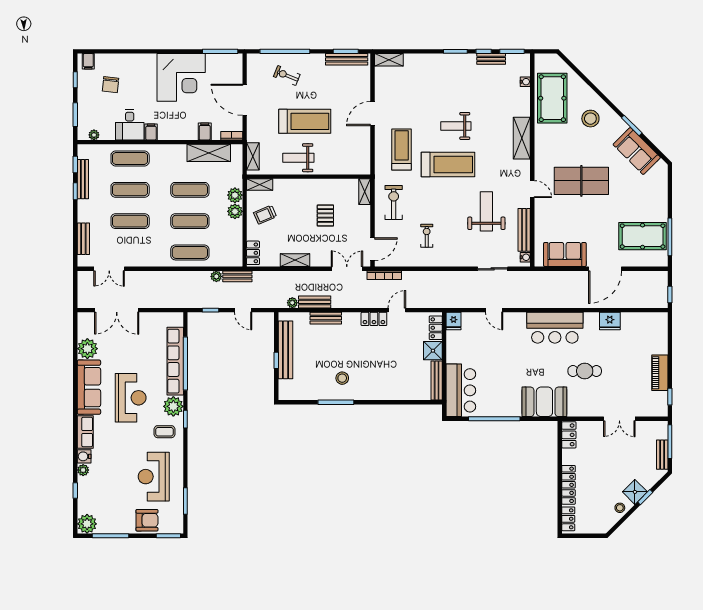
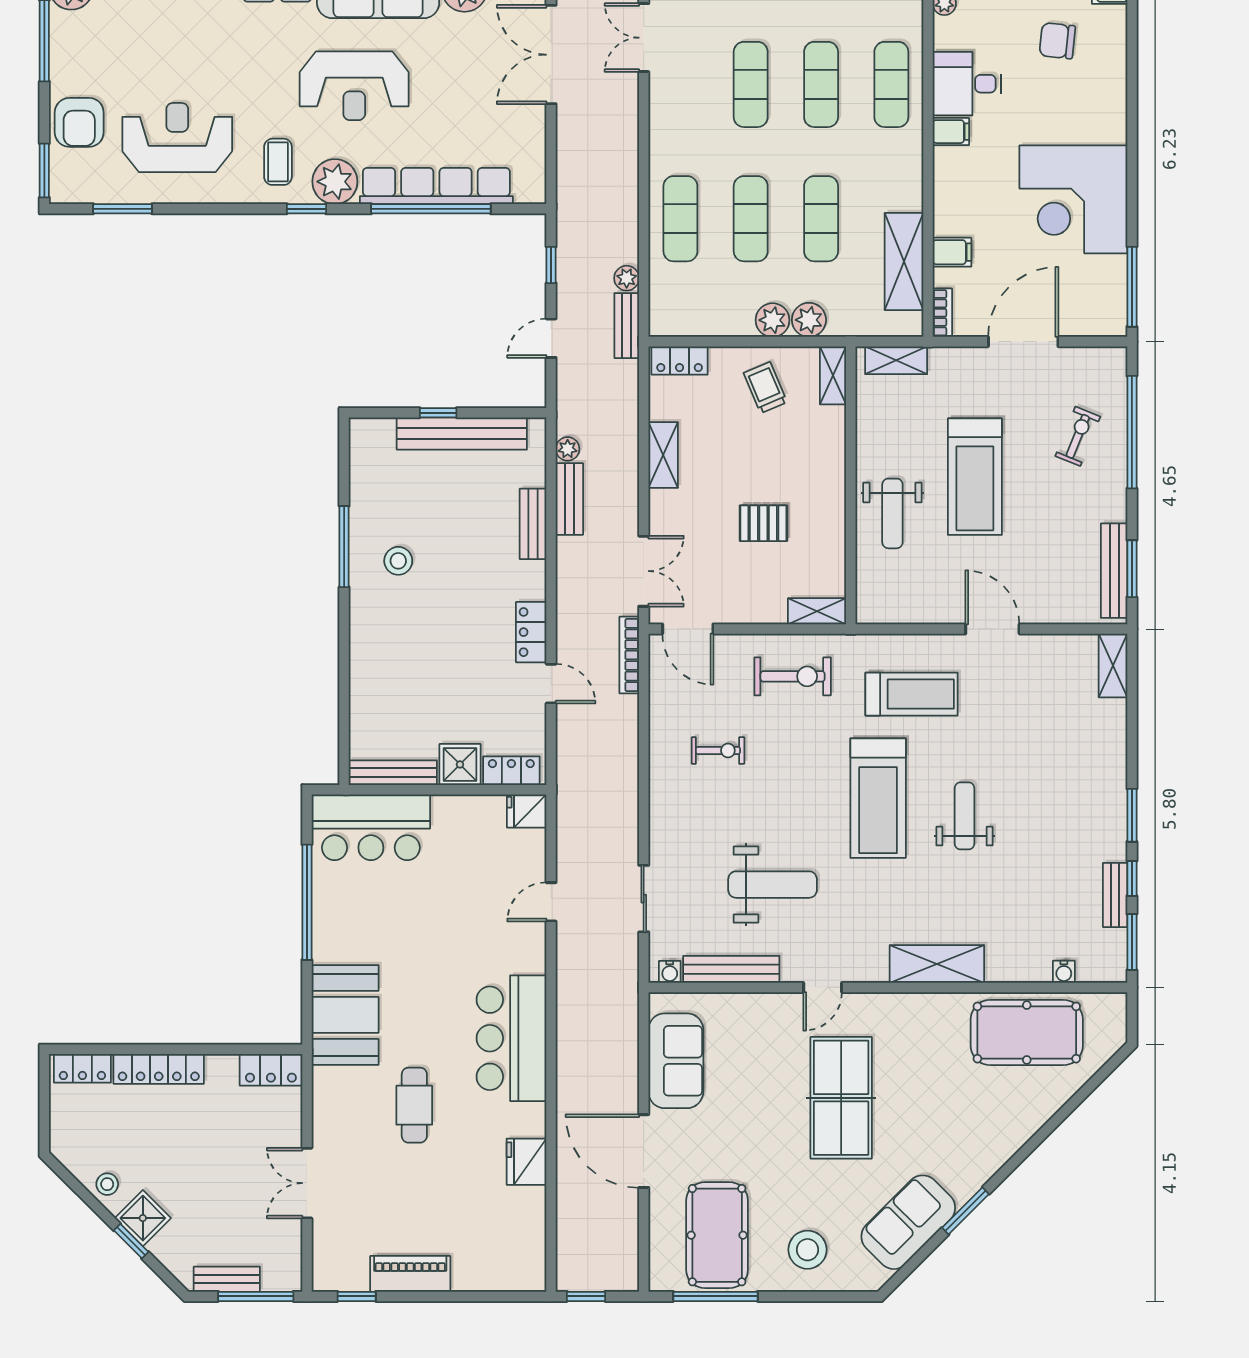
stool: (590, 119) -> (807, 1250), moved
weight bench: (298, 158) -> (892, 513), moved, turned 180

